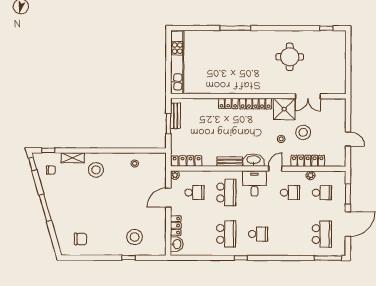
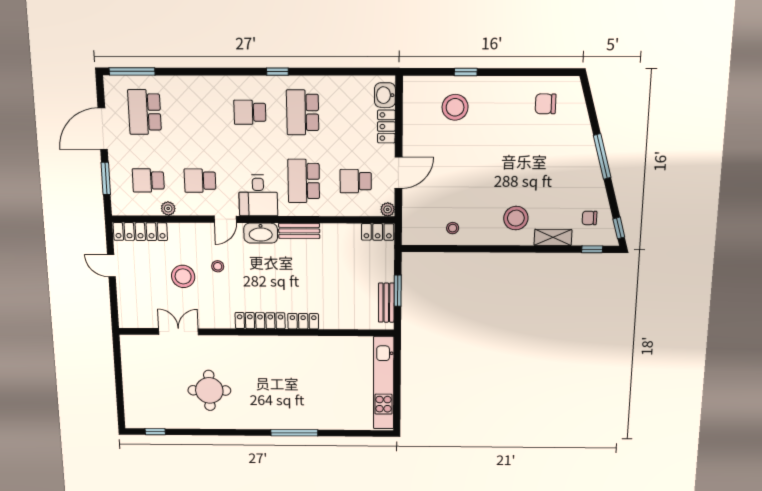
shower: (284, 109) -> (215, 312), removed
locker: (187, 161) -> (378, 232), width x0.66
locker: (308, 161) -> (140, 232), moved

